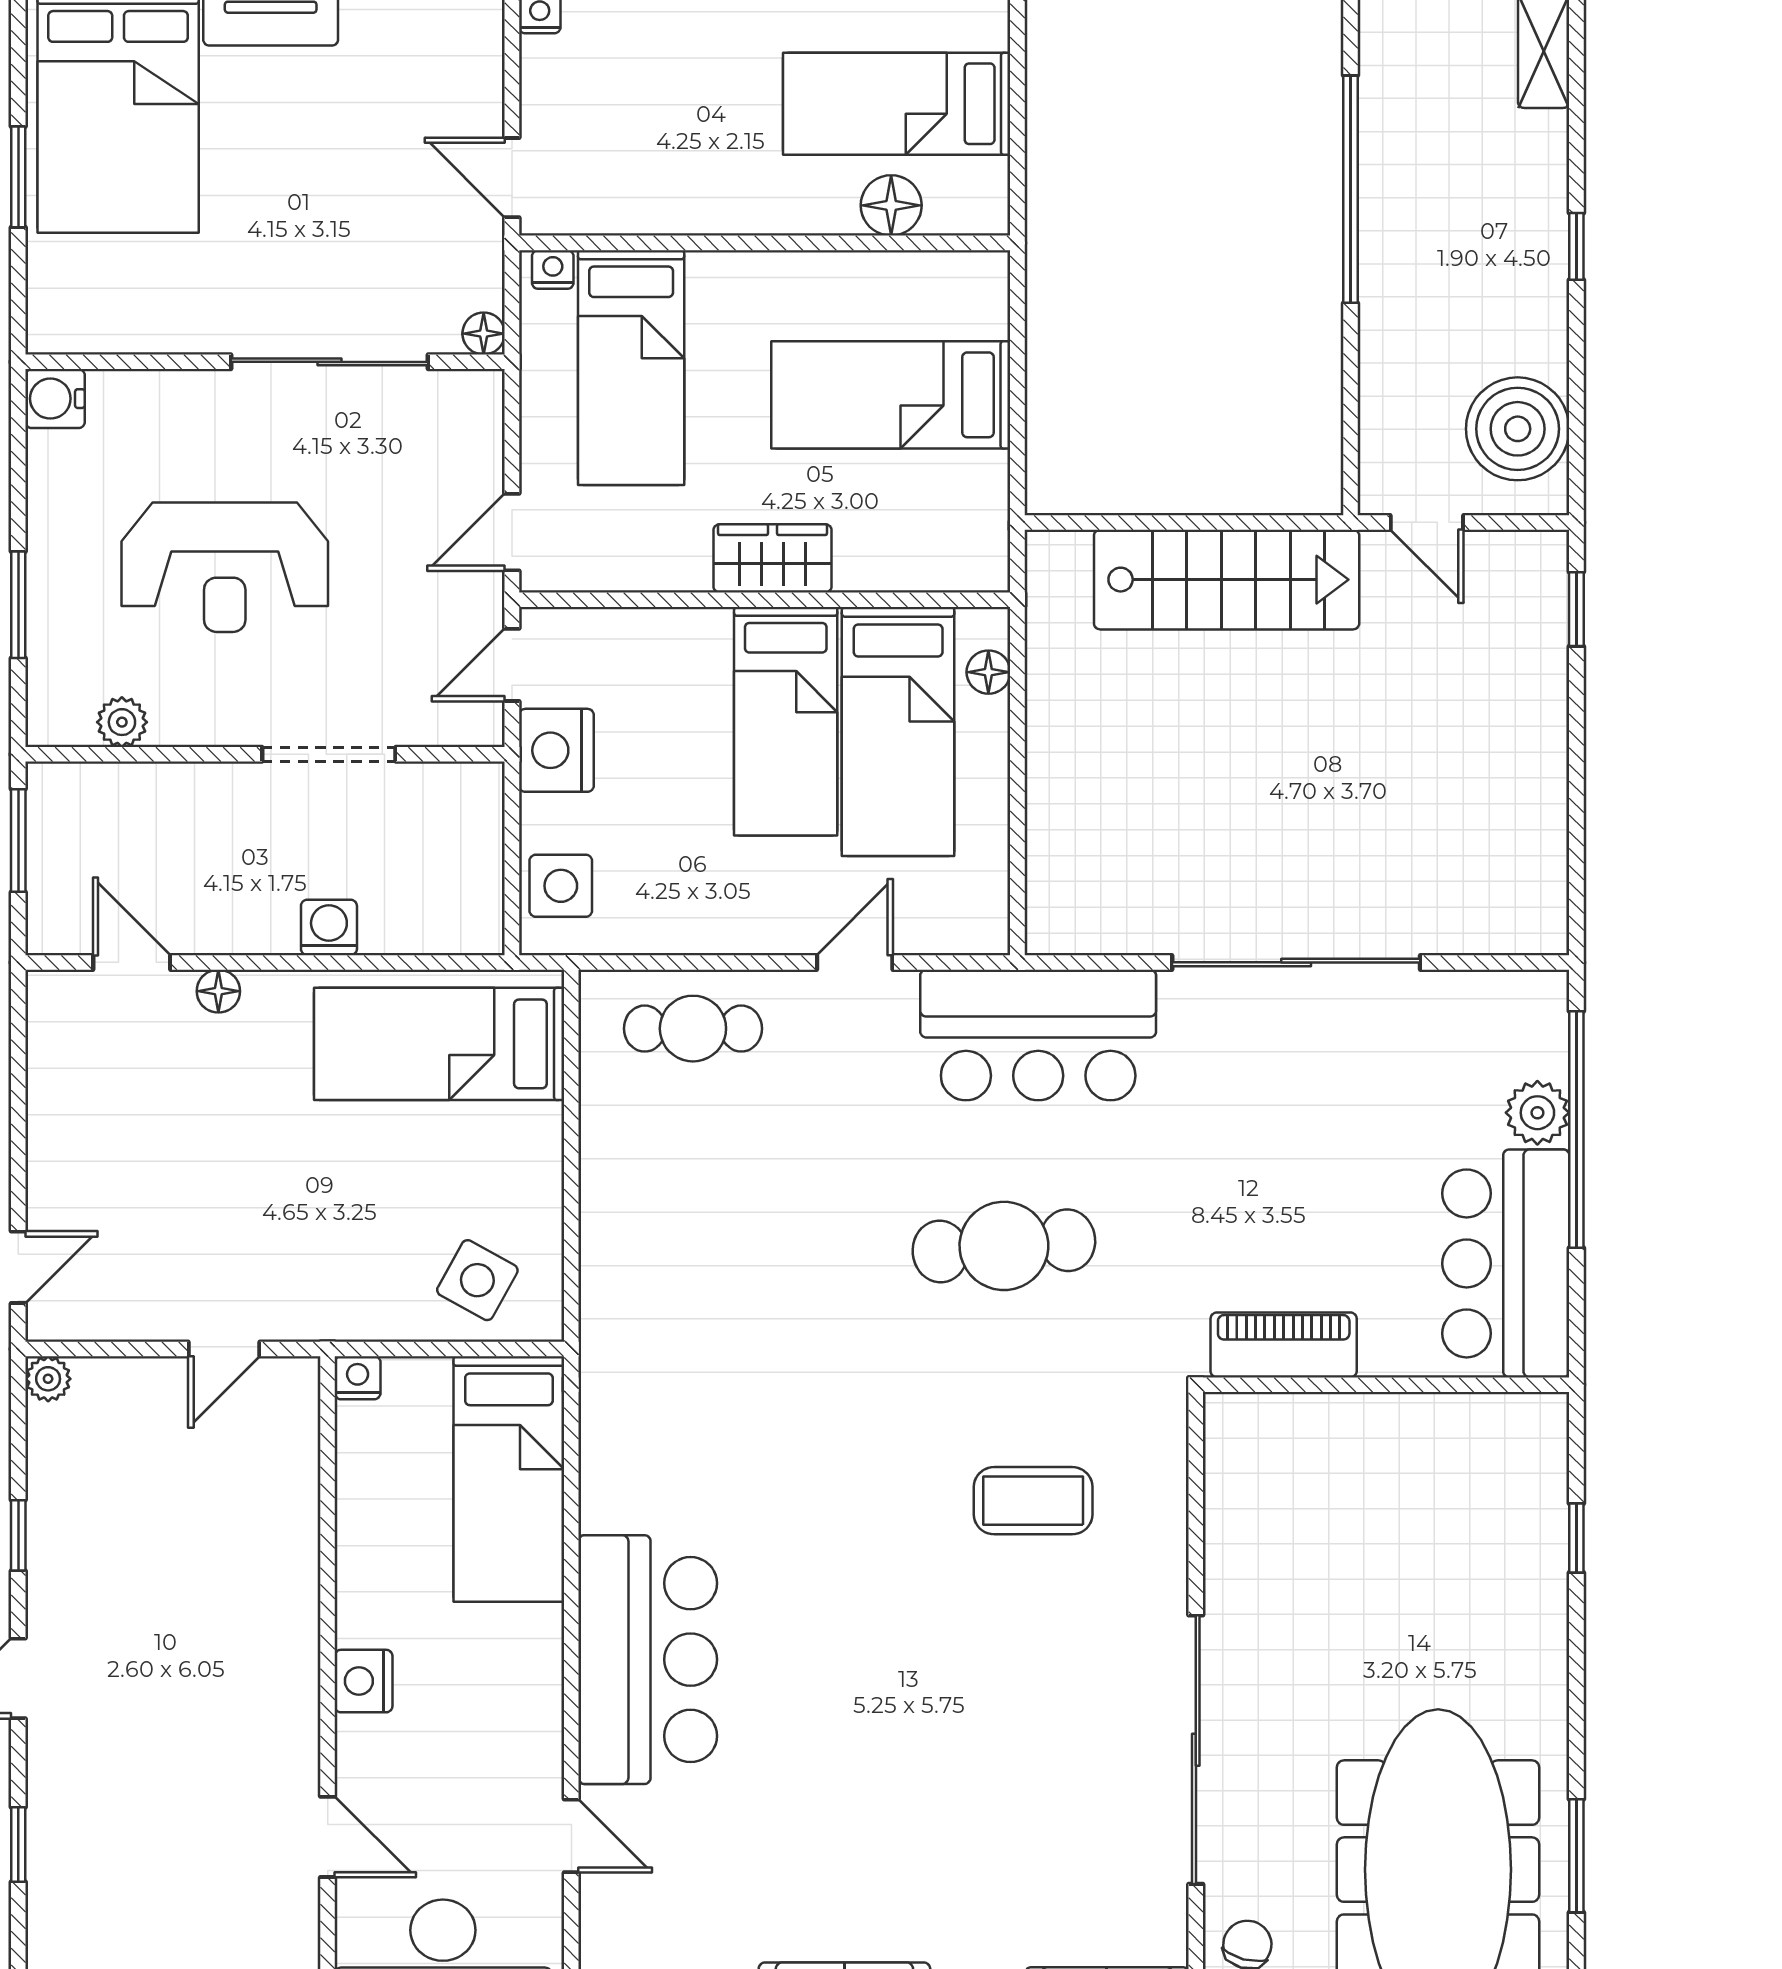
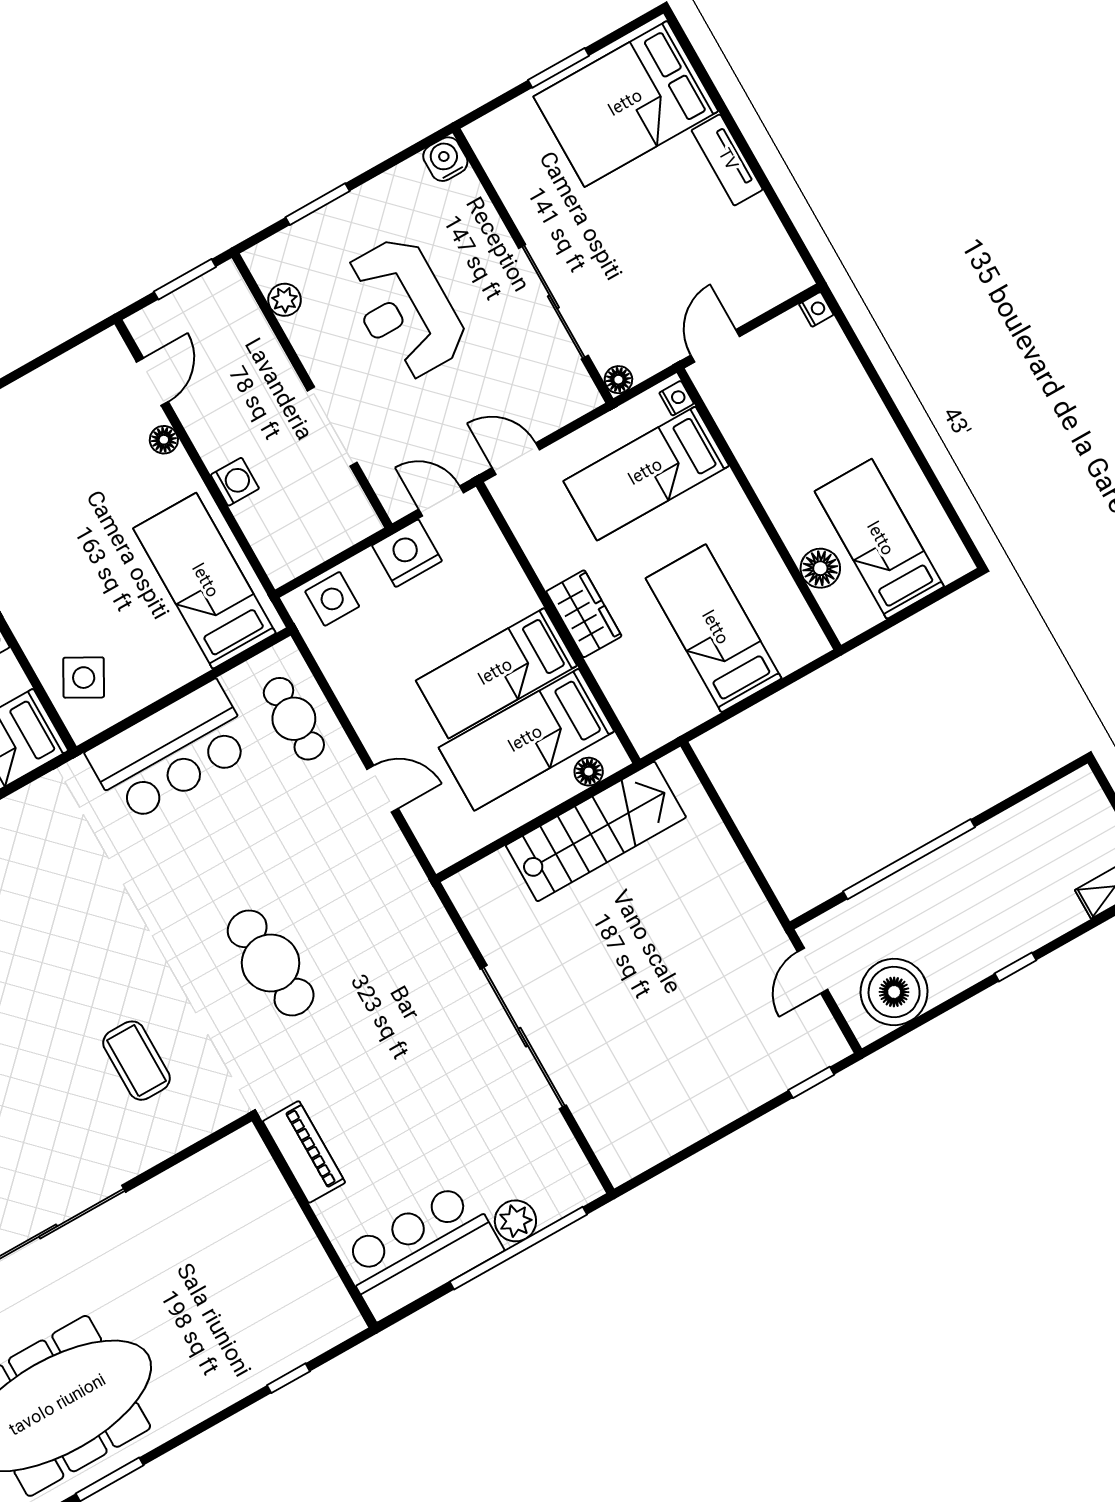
window: (1350, 189) -> (909, 859), moved
stairs: (1227, 580) -> (596, 831), moved, turned -90
bar counter: (1038, 1035) -> (171, 752), moved, turned -90

